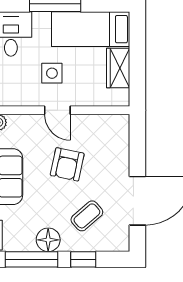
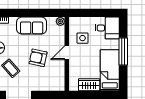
side table: (52, 73) -> (83, 38), moved

